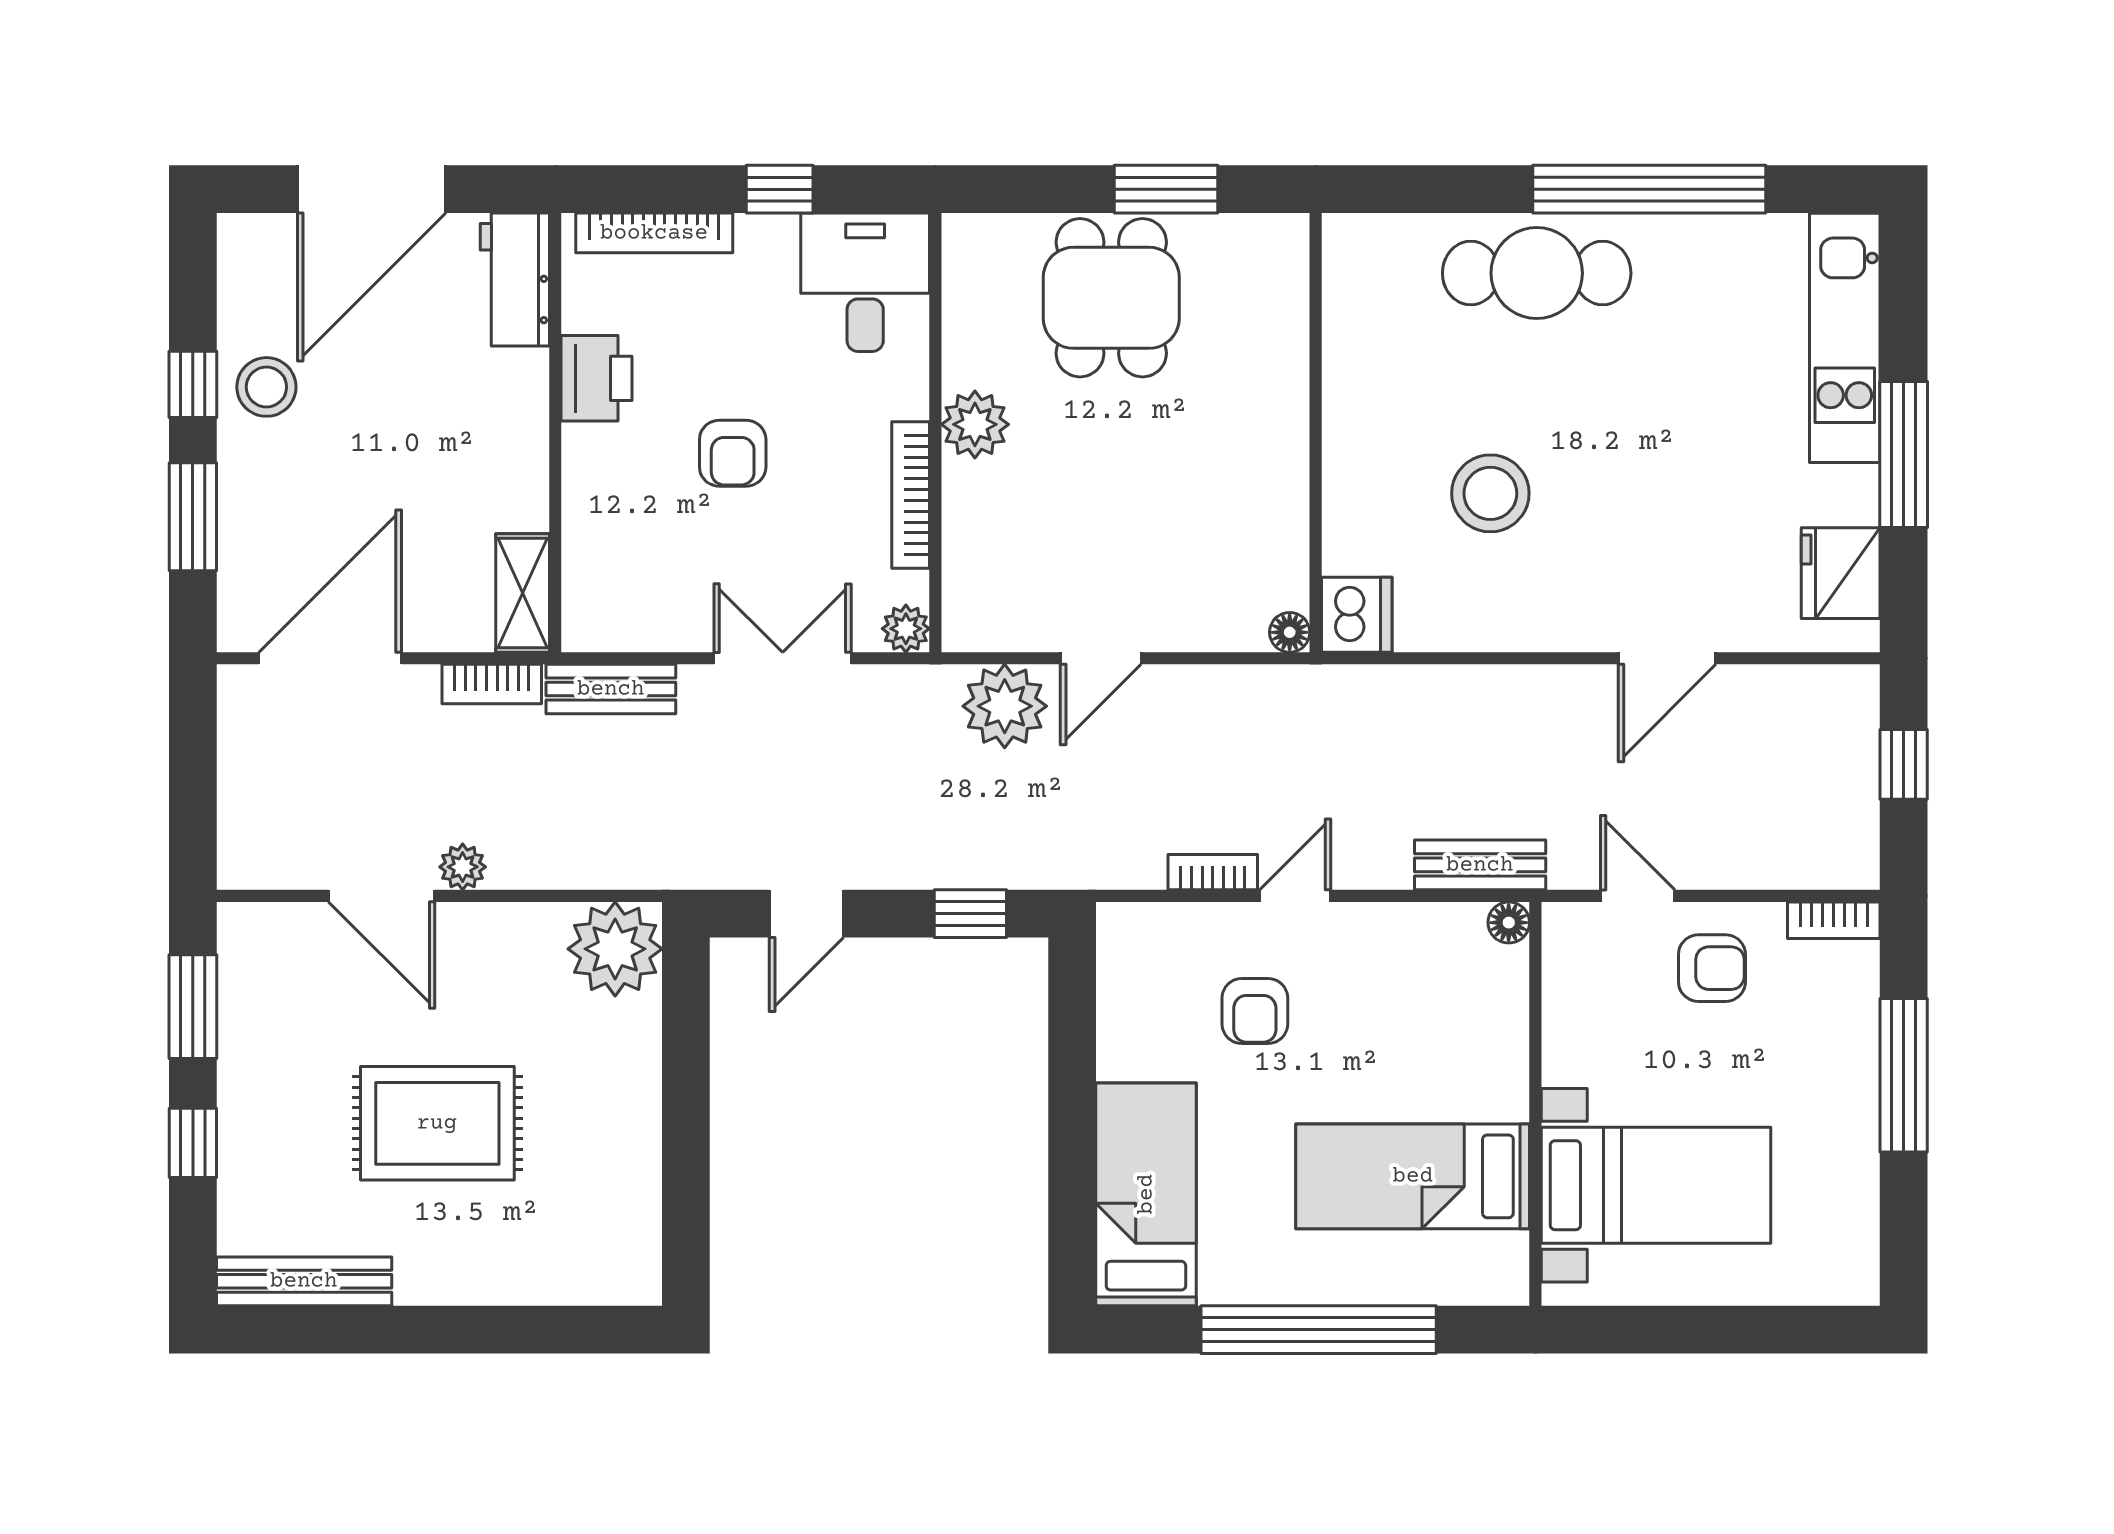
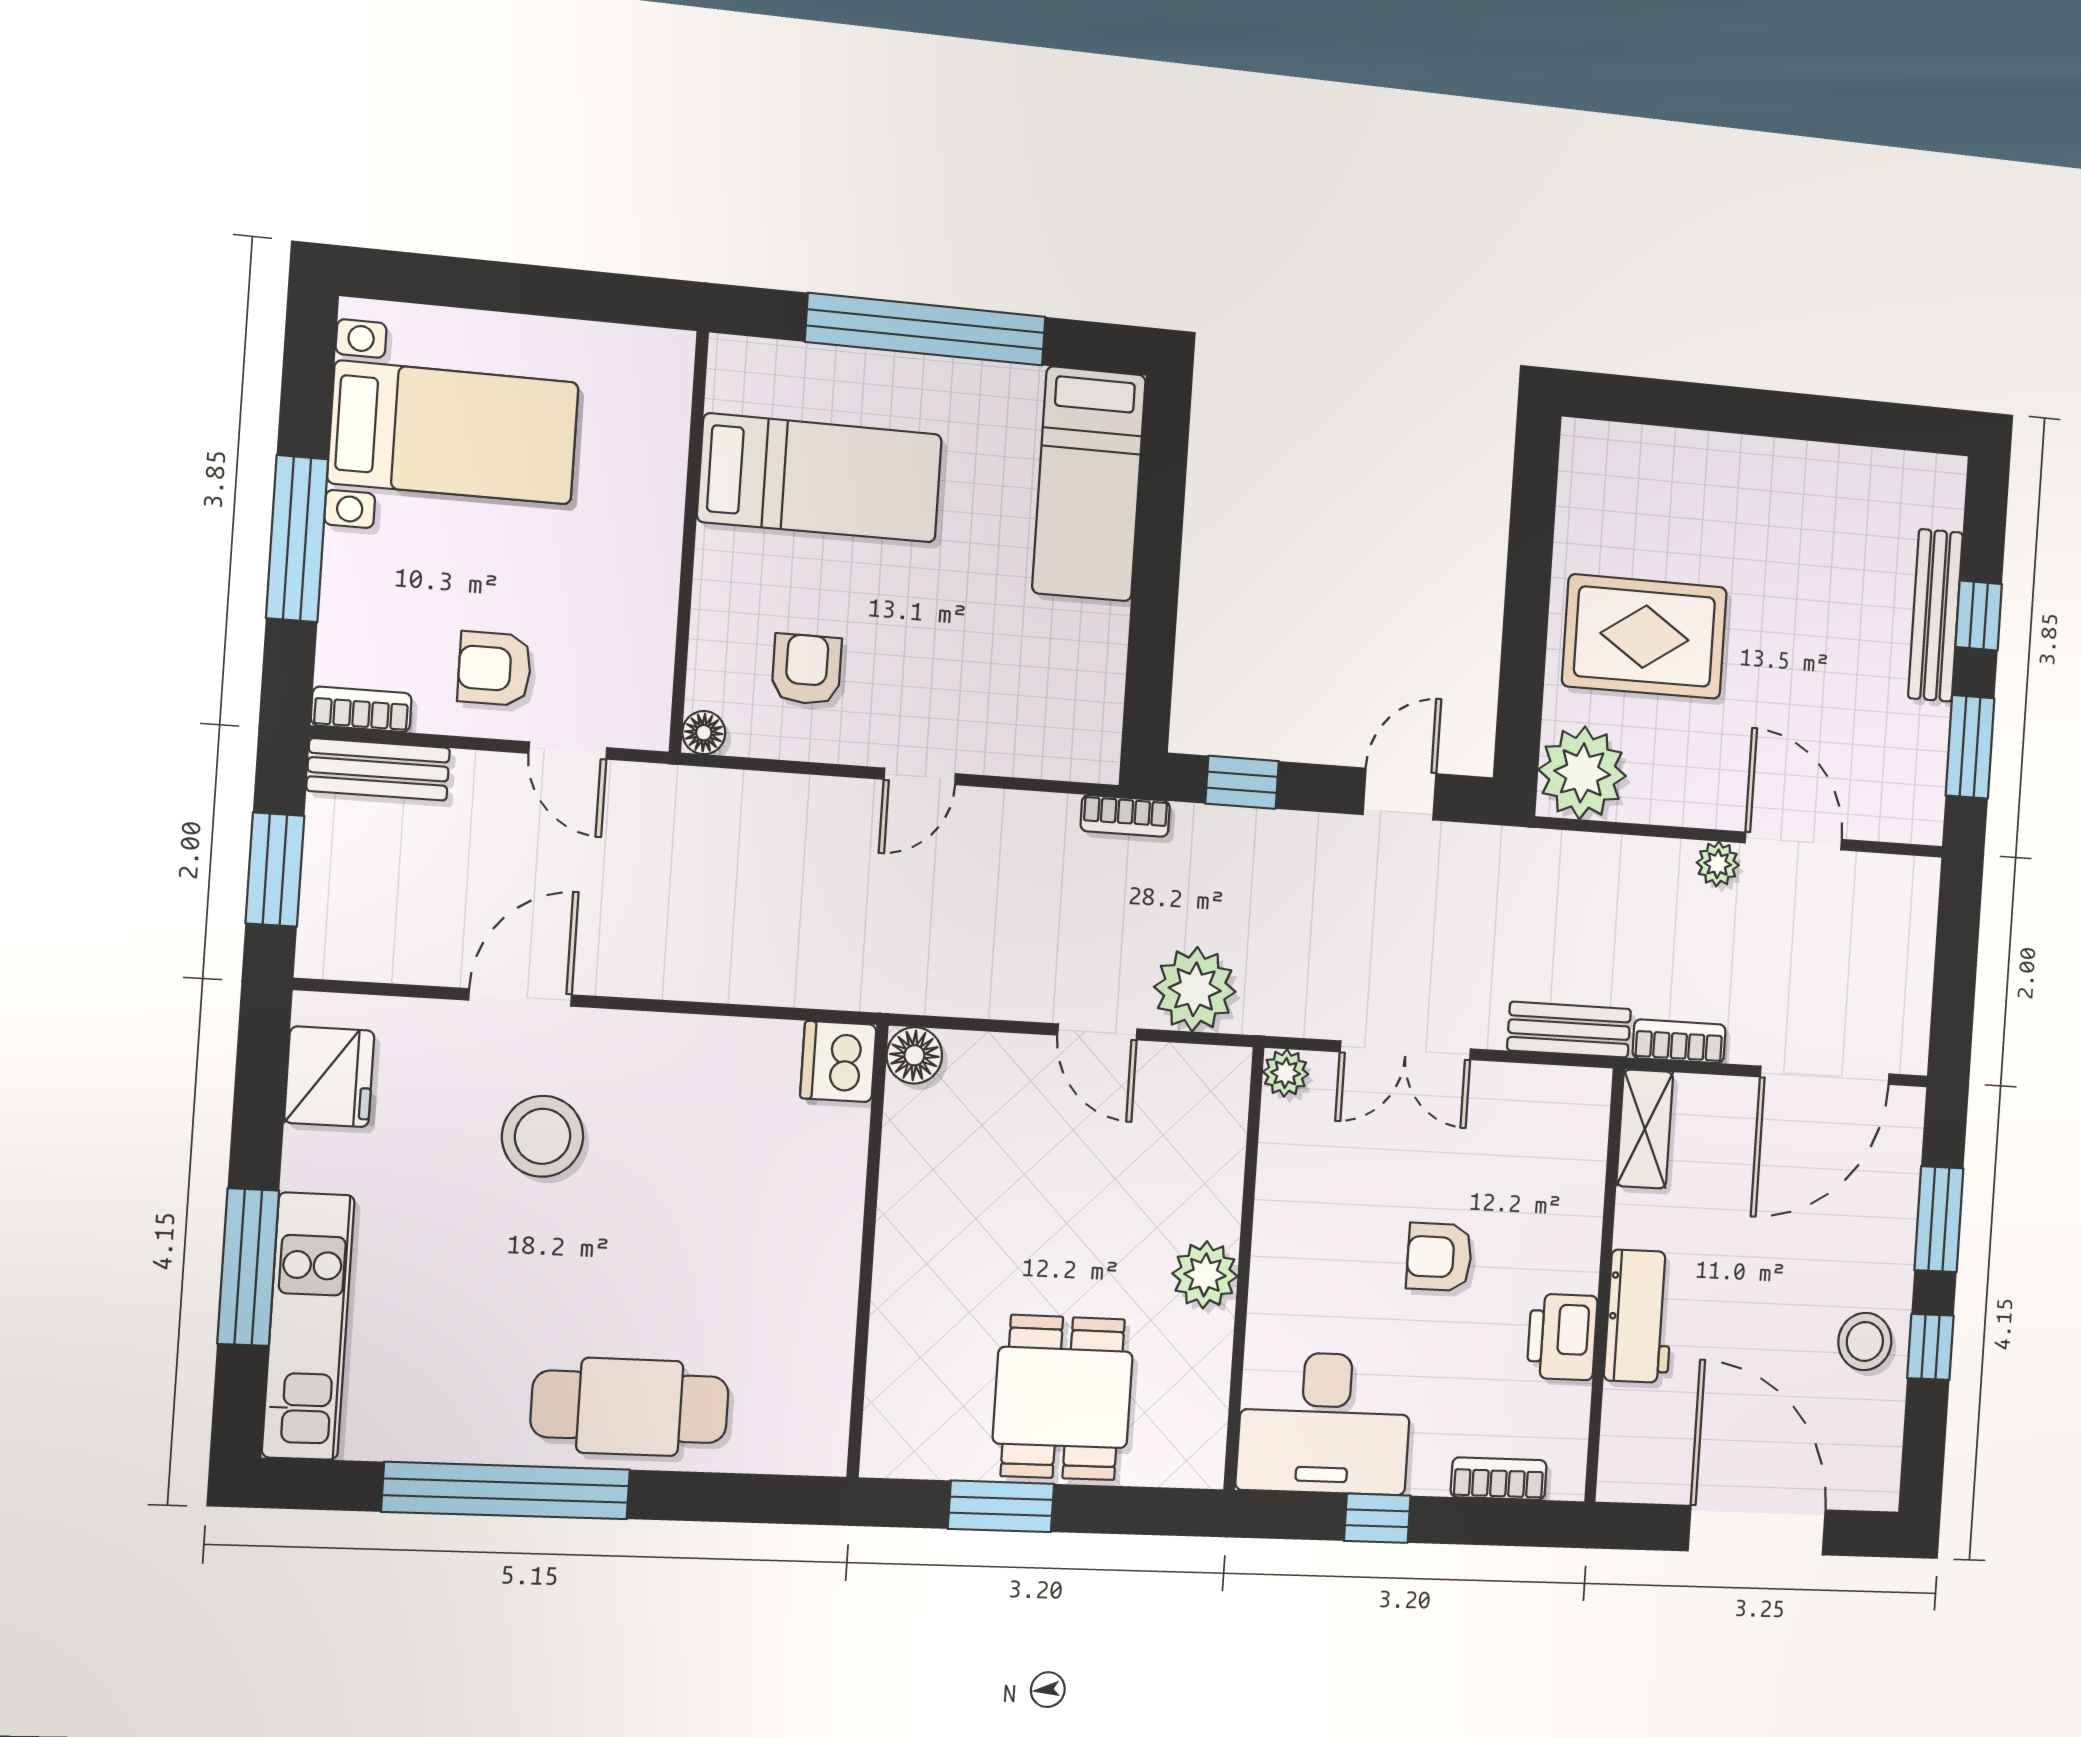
door: (372, 189) -> (1757, 1530), hinge flipped
bookcase: (654, 233) -> (1499, 1479), width x0.64
workbench: (515, 279) -> (1640, 1316), moved
desk: (865, 282) -> (1325, 1423), width x1.37
armchair: (733, 453) -> (1439, 1257), turned -90
window: (1904, 454) -> (248, 1267), moved
stool: (1490, 493) -> (543, 1136), moved
bookcase: (911, 495) -> (1272, 1207), removed
floor lamp: (1290, 632) -> (914, 1055), width x1.37, depth x1.37
door: (1101, 658) -> (1097, 1032), swing flipped
window: (1904, 764) -> (275, 870), width x1.50
bench: (1480, 865) -> (378, 769), moved
bookcase: (1213, 872) -> (1125, 816), moved
armchair: (1255, 1011) -> (807, 669), moved
rug: (437, 1123) -> (1645, 637), moved
bed with nightstands: (1656, 1185) -> (453, 433), moved, turned 180
bench: (304, 1281) -> (1935, 615), moved, turned 90

